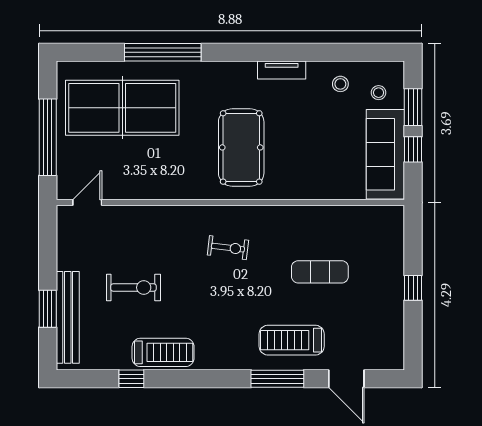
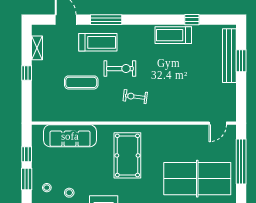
sofa: (385, 154) -> (70, 136), moved, turned 90
exercise bike: (133, 288) -> (120, 69), moved, turned 180
shelving: (395, 331) -> (37, 48), added

